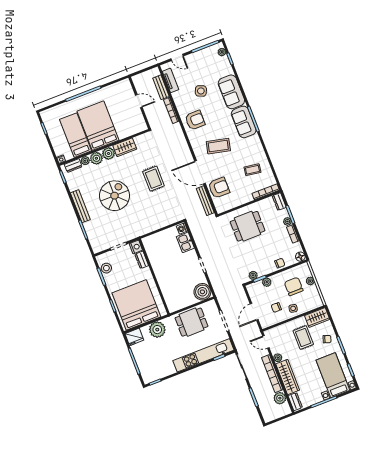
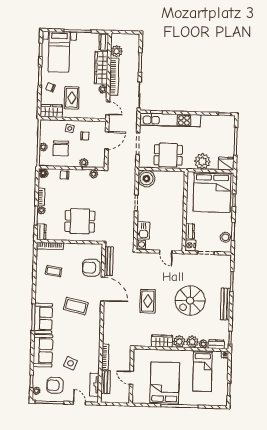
armchair: (195, 120) -> (55, 385), moved
bed: (98, 126) -> (165, 383), moved, turned 180
door: (156, 232) -> (166, 252), added

